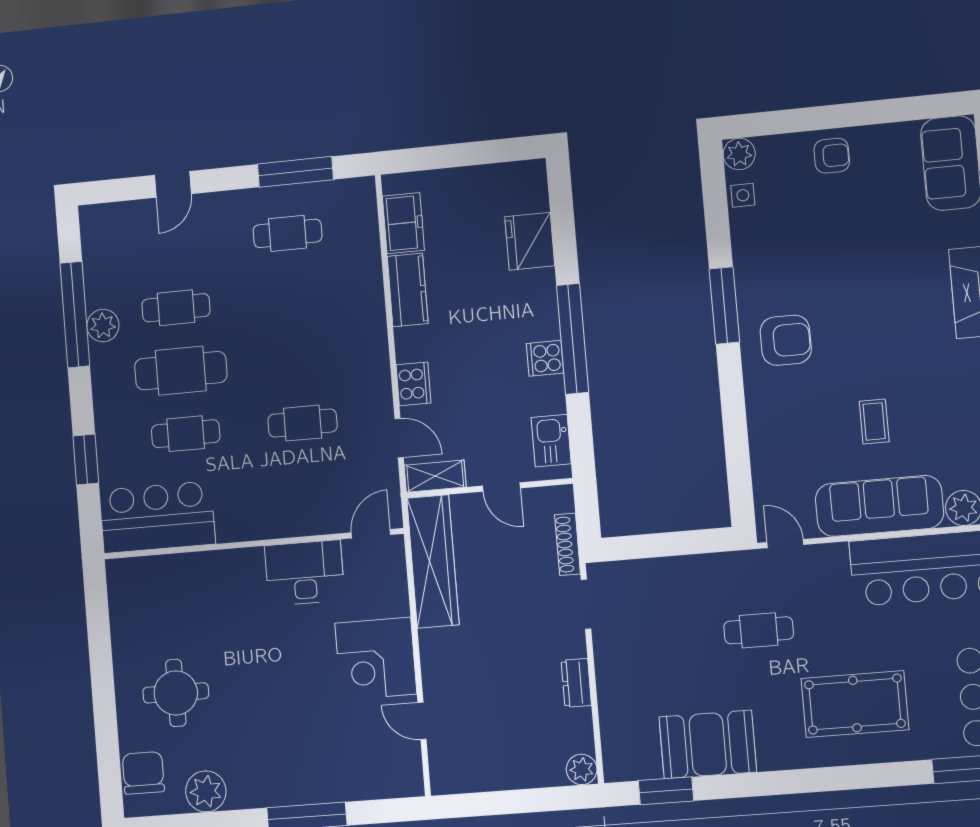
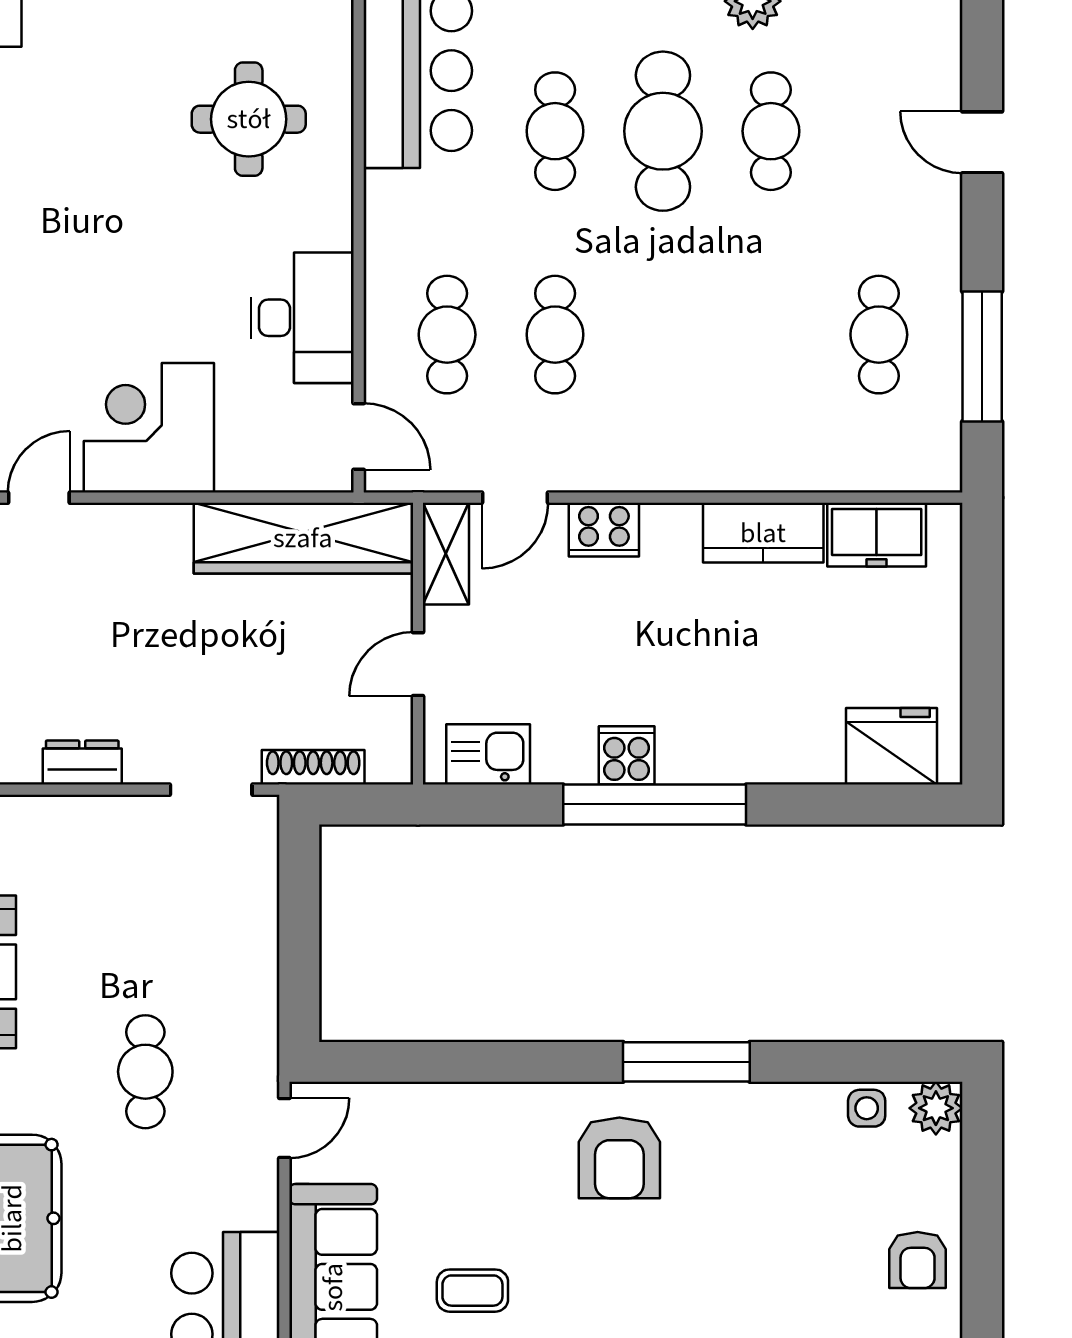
fridge: (530, 241) -> (892, 746), moved
cafe table: (308, 487) -> (447, 335), added
round table: (176, 693) -> (249, 119), moved

